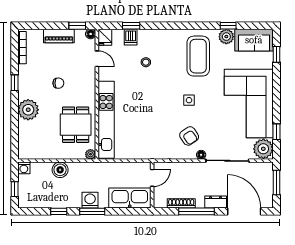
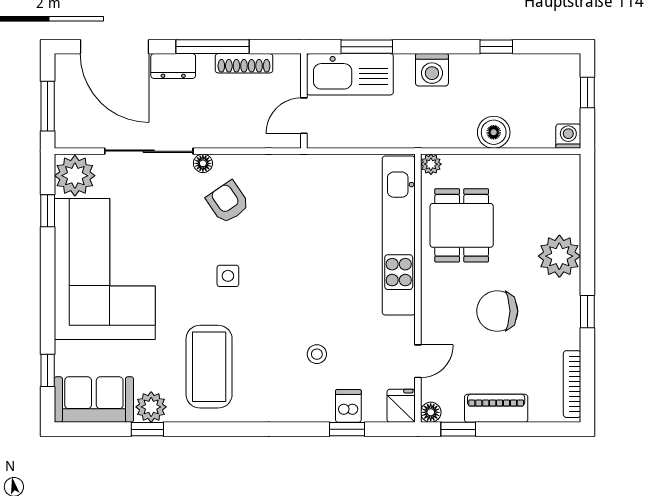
door: (97, 59) -> (418, 361), swing flipped
chair: (58, 83) -> (497, 311), width x1.87, depth x1.87
window: (92, 211) -> (367, 47), moved

